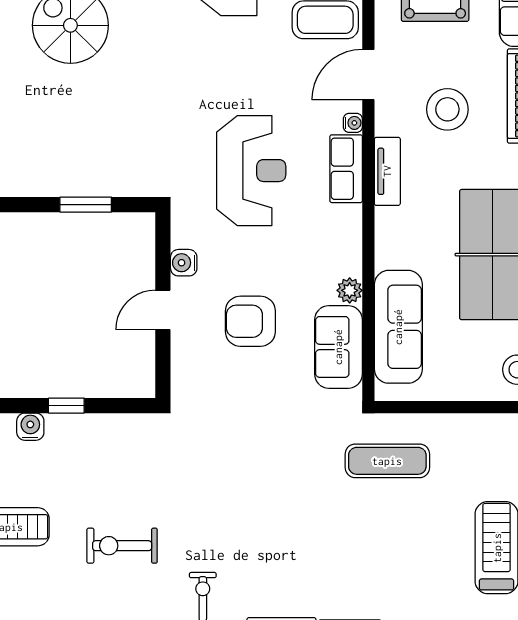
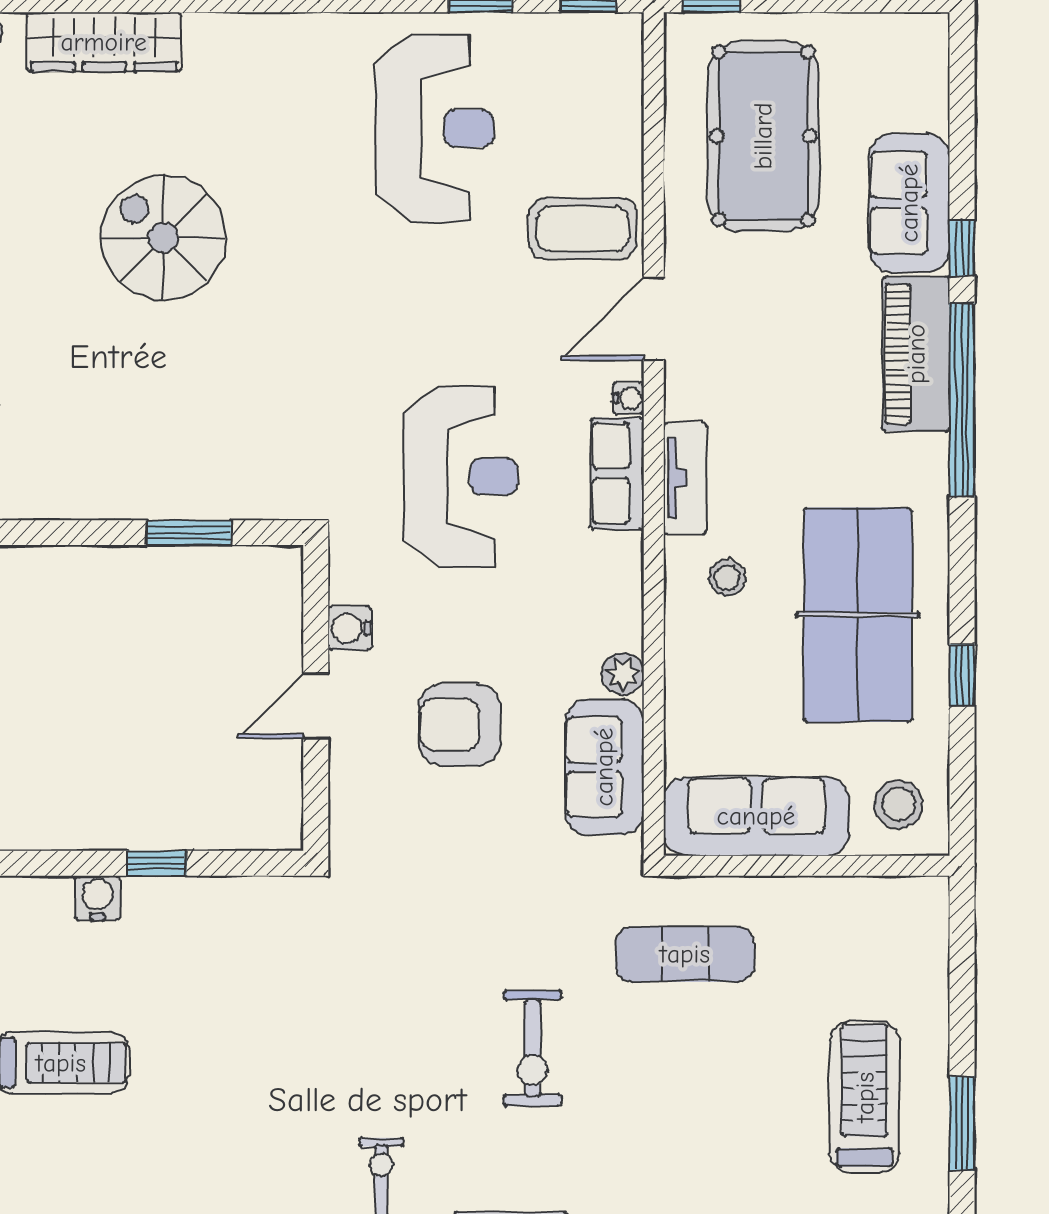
stool: (447, 109) -> (727, 578), moved, width x0.53, depth x0.53
sofa: (398, 327) -> (756, 816), moved, turned -90
exercise bike: (122, 546) -> (533, 1048), moved, turned -90

